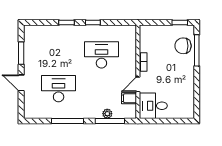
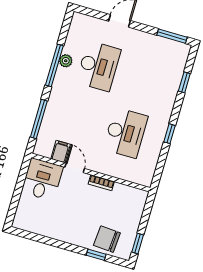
window: (67, 23) -> (184, 82), moved
chair: (183, 46) -> (107, 239), turned -86
window: (197, 50) -> (96, 255), width x0.46
window: (21, 53) -> (172, 36), moved
plant: (107, 114) -> (66, 61), moved

